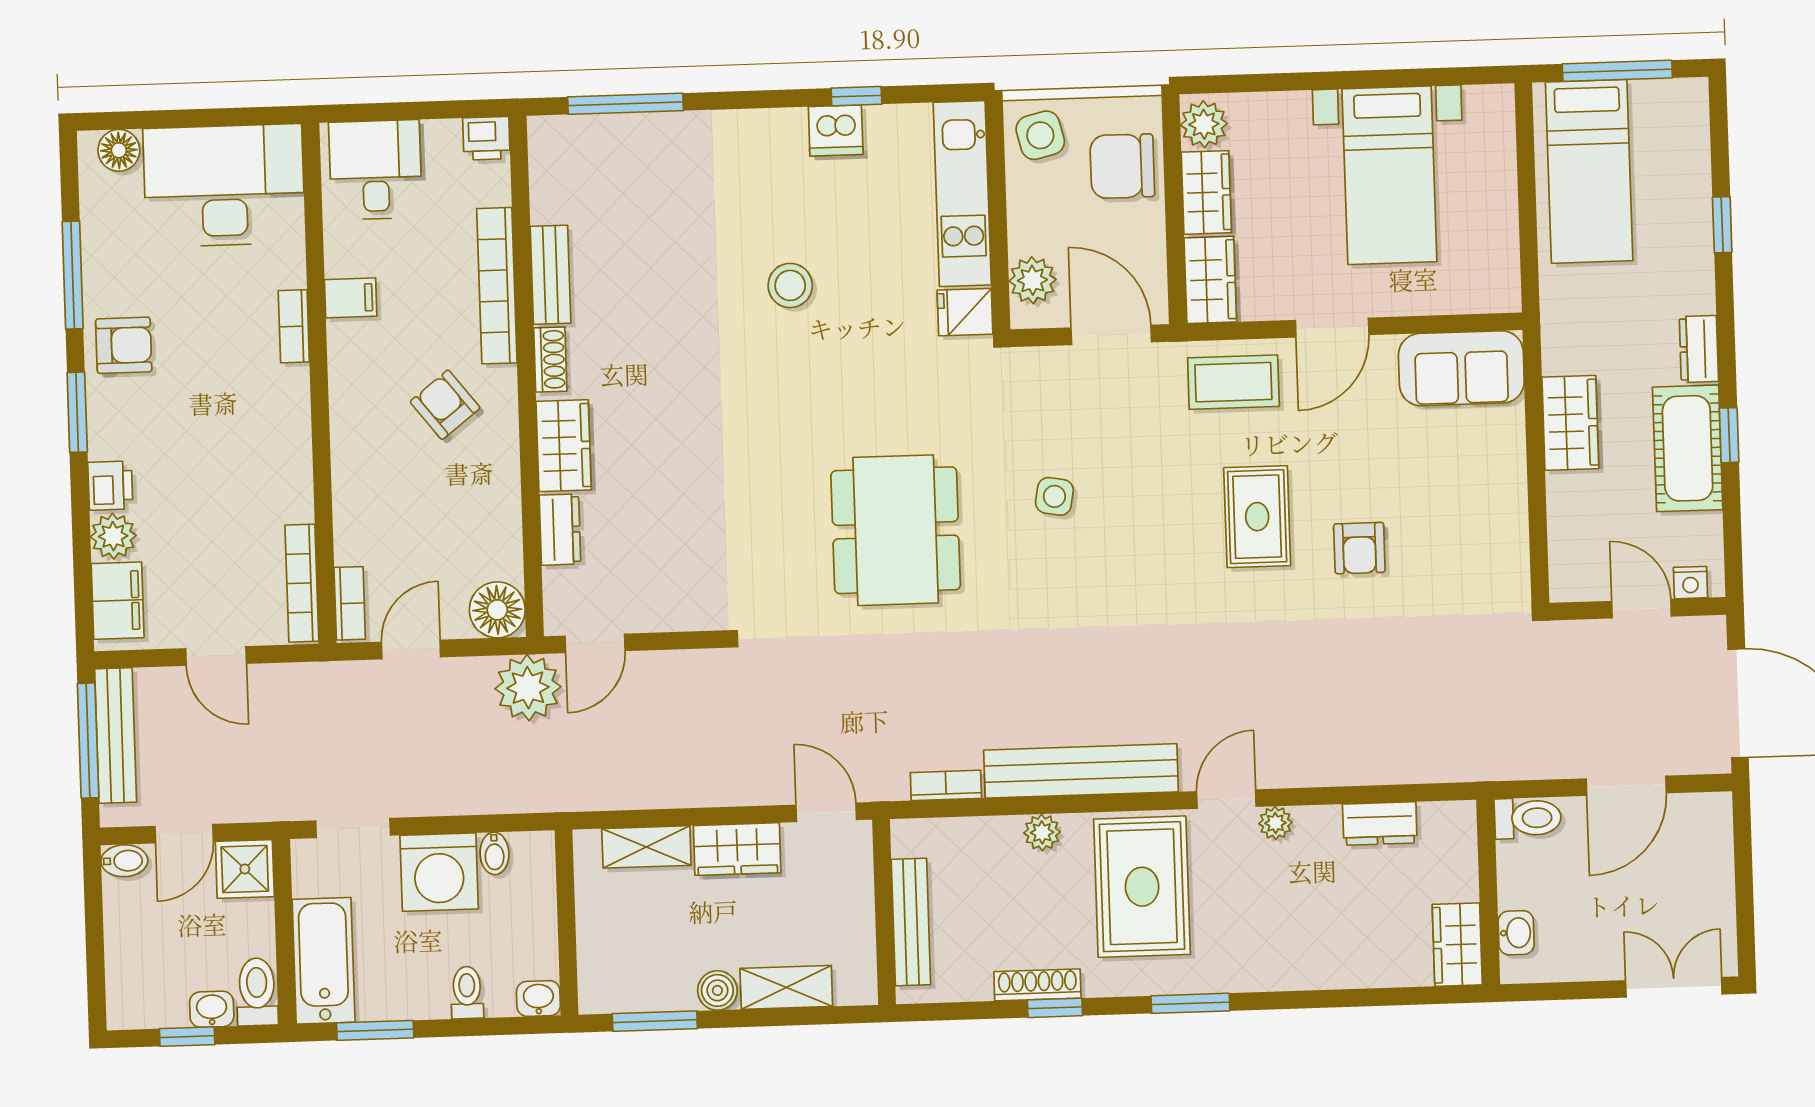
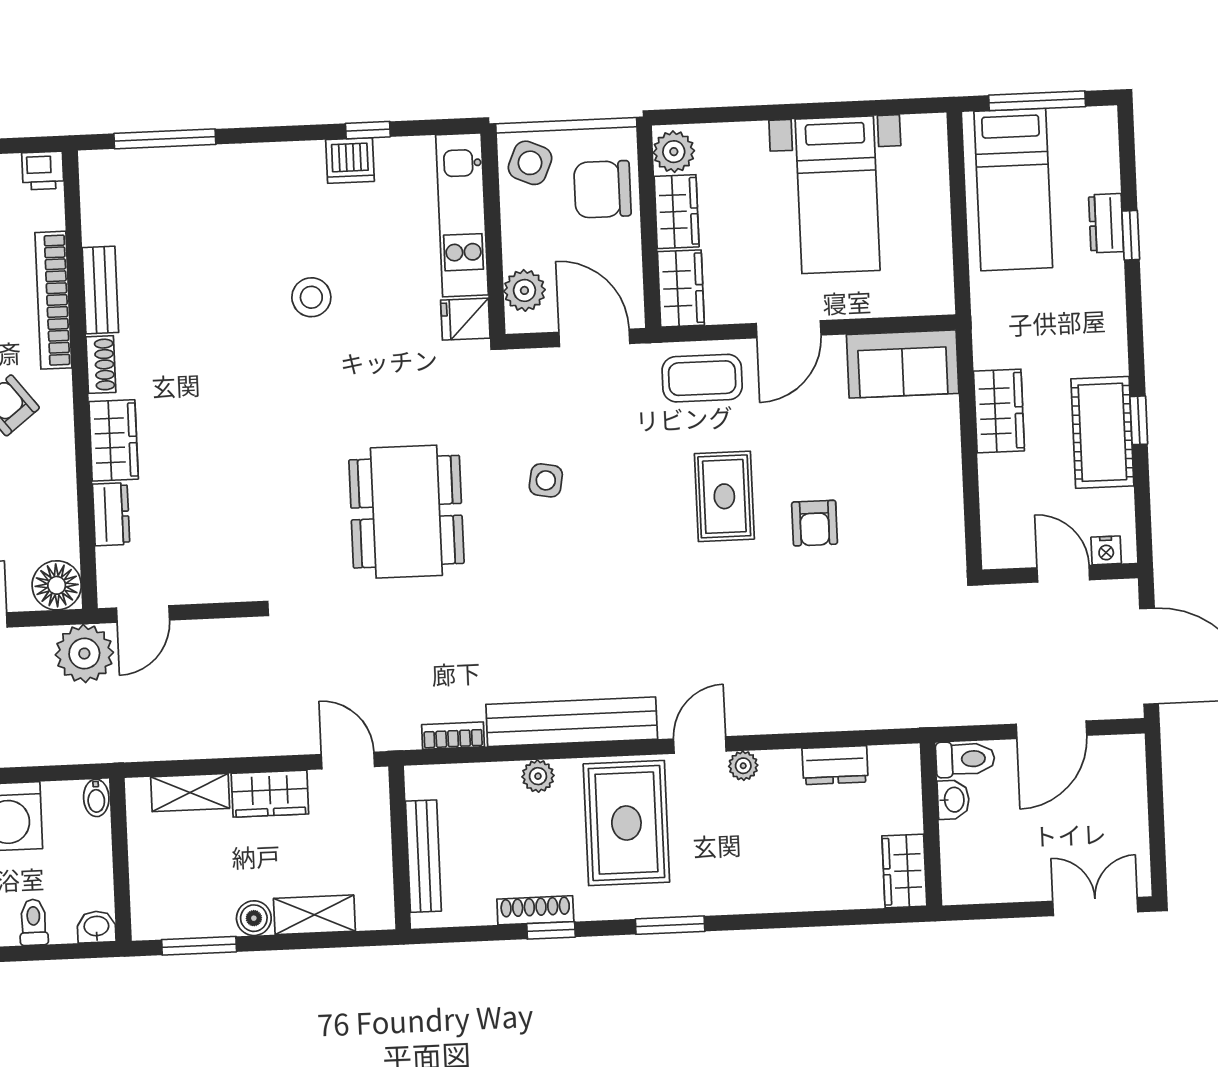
side table: (1040, 135) -> (530, 163), turned 37
dresser: (1699, 349) -> (1106, 223), moved
bidet: (494, 853) -> (96, 798), moved
washbasin: (1516, 933) -> (953, 800), moved

